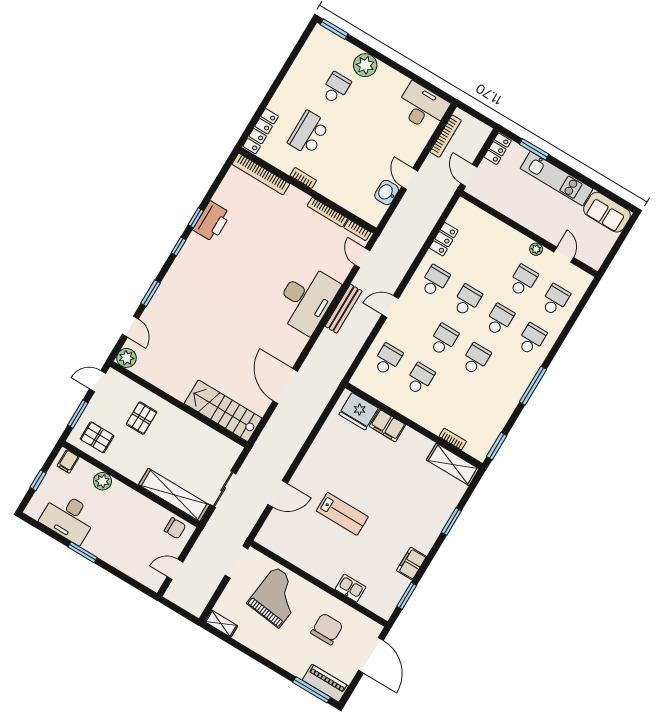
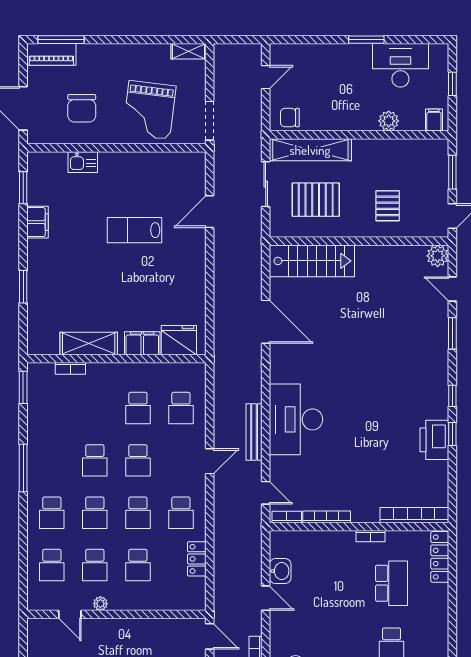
school desk: (491, 261) -> (138, 565), added
pallet: (97, 437) -> (316, 200), moved, width x1.50, depth x1.42
shelving: (453, 464) -> (89, 344), moved

